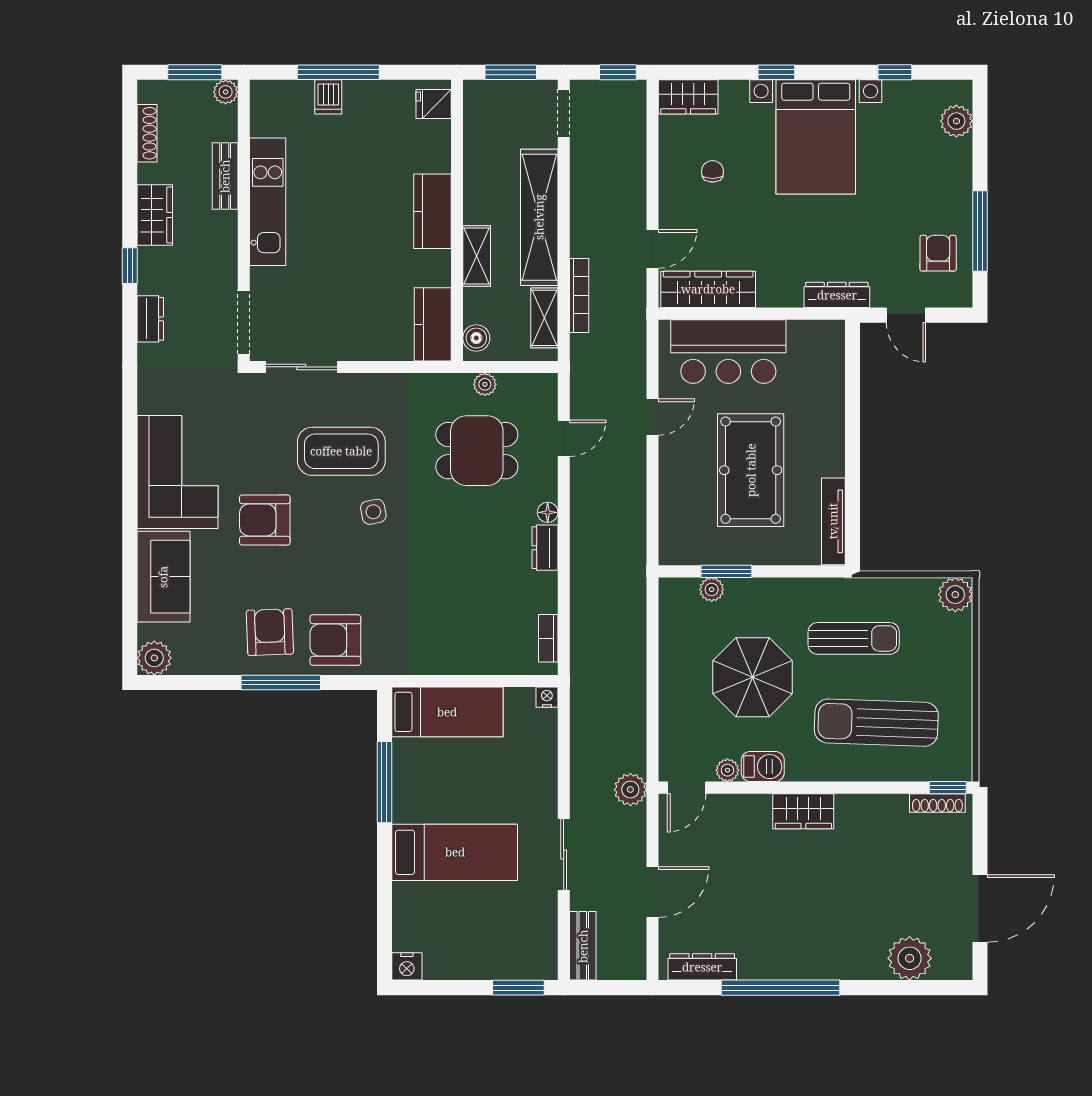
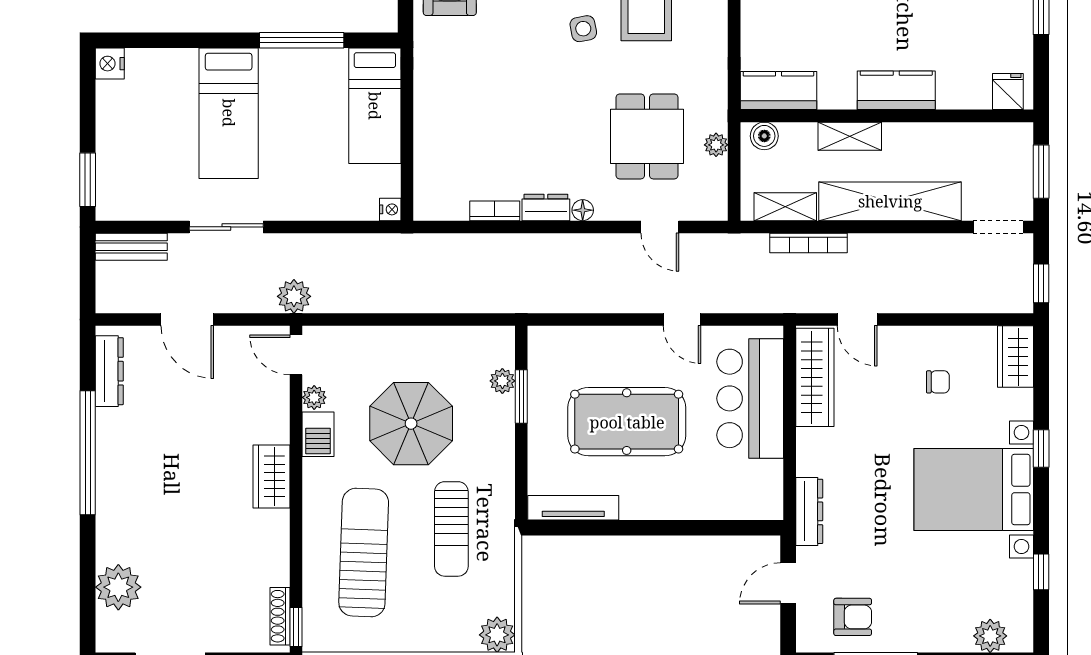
bookcase: (548, 638) -> (495, 211), moved

